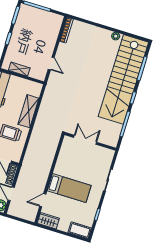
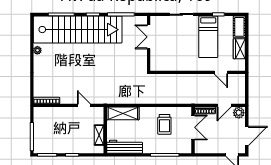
door: (51, 64) -> (84, 105), hinge flipped
shelving: (28, 111) -> (123, 113), moved
double door: (85, 140) -> (149, 37), moved
bed: (69, 188) -> (208, 37), moved, turned 180
wardrobe: (48, 221) -> (239, 49), moved

